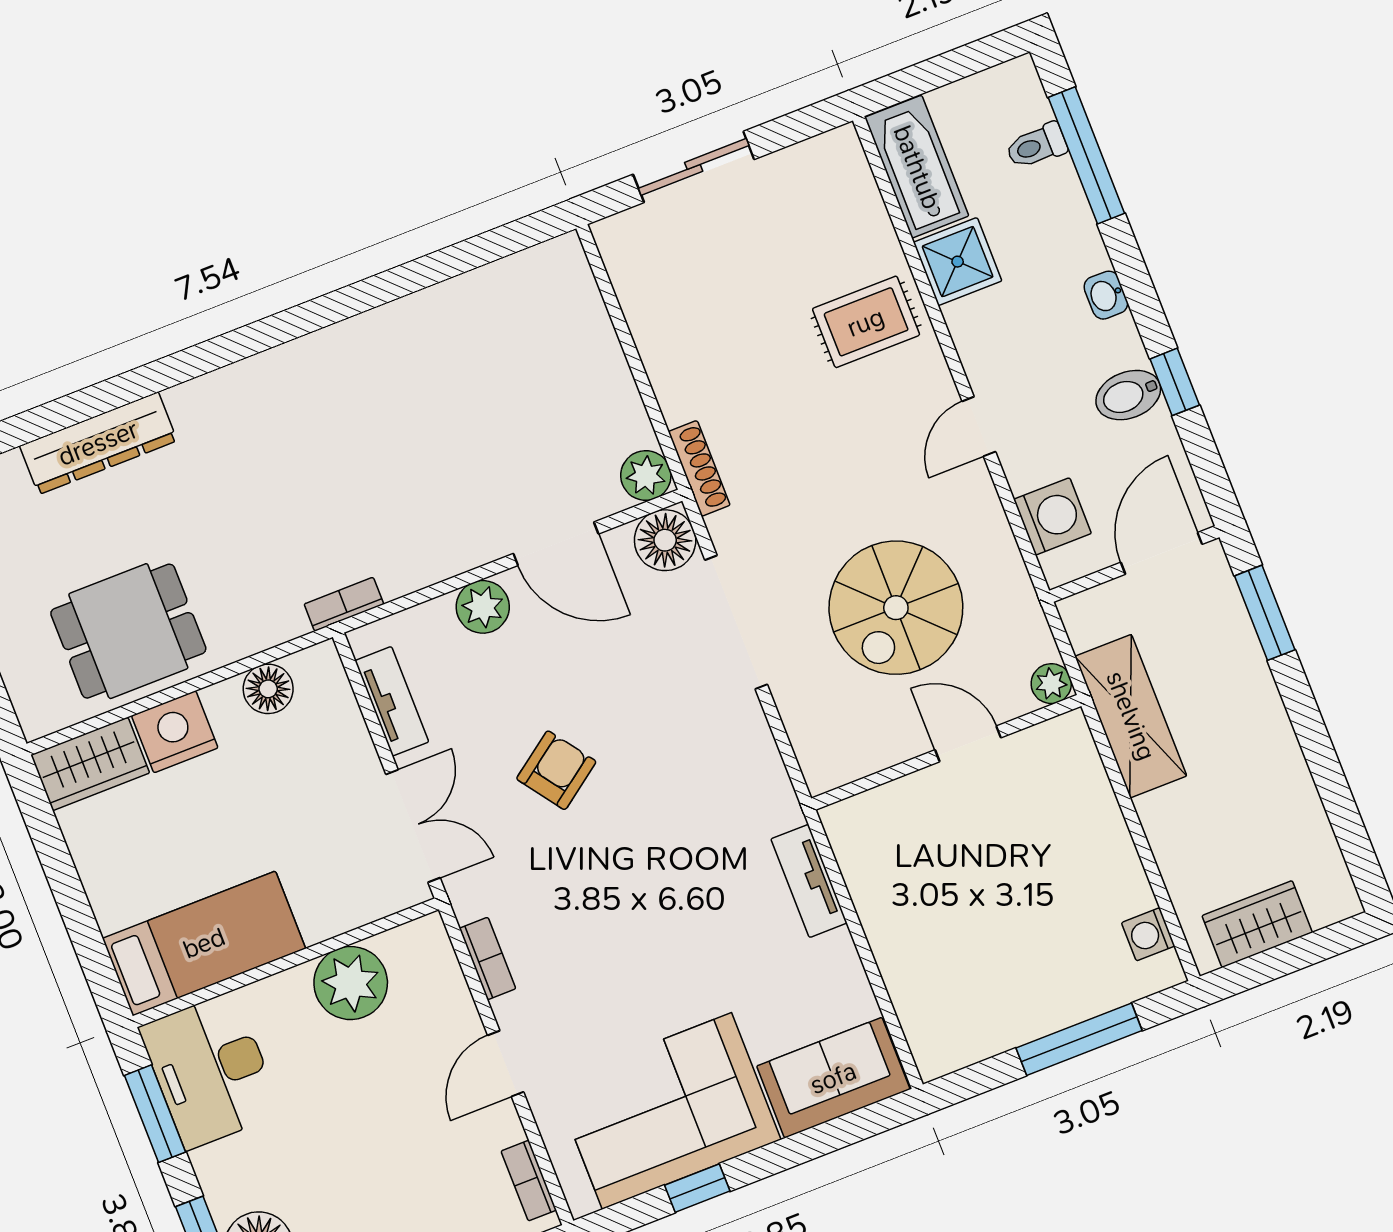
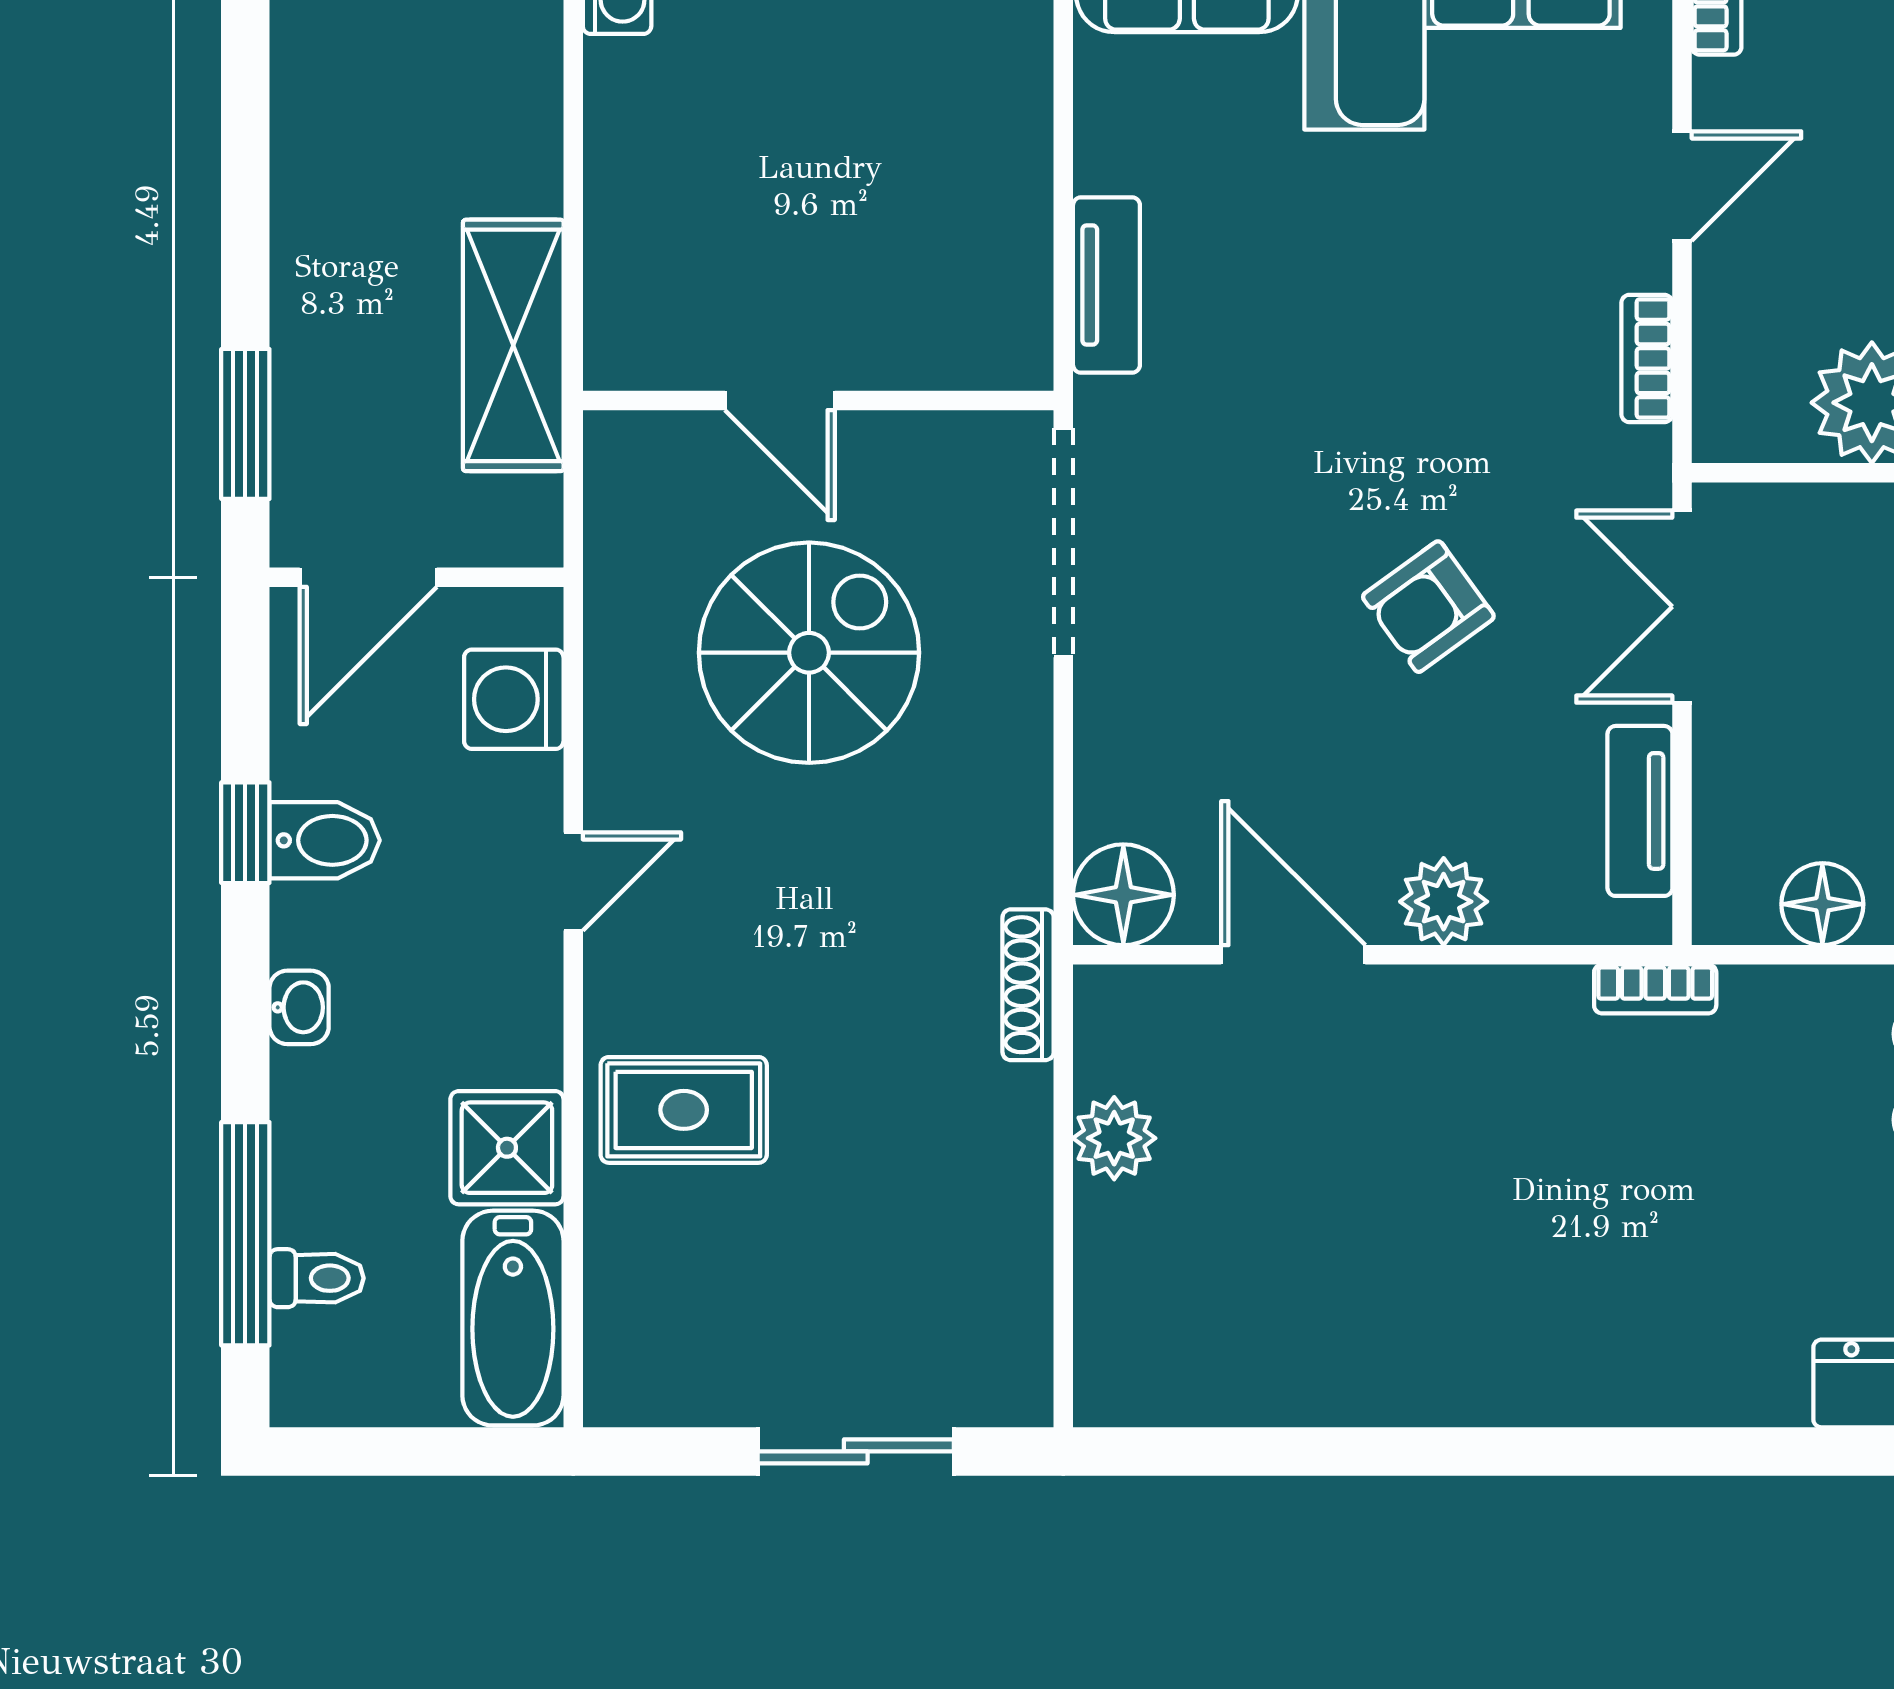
plant: (646, 476) -> (1114, 1138), moved
doorway: (736, 622) -> (1063, 543), moved
plant: (1051, 684) -> (616, 443), removed

